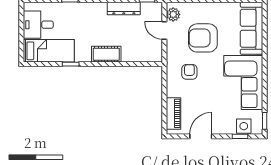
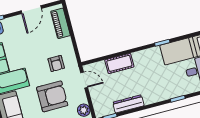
door: (164, 30) -> (84, 80), moved
cot: (106, 54) -> (119, 63), moved

